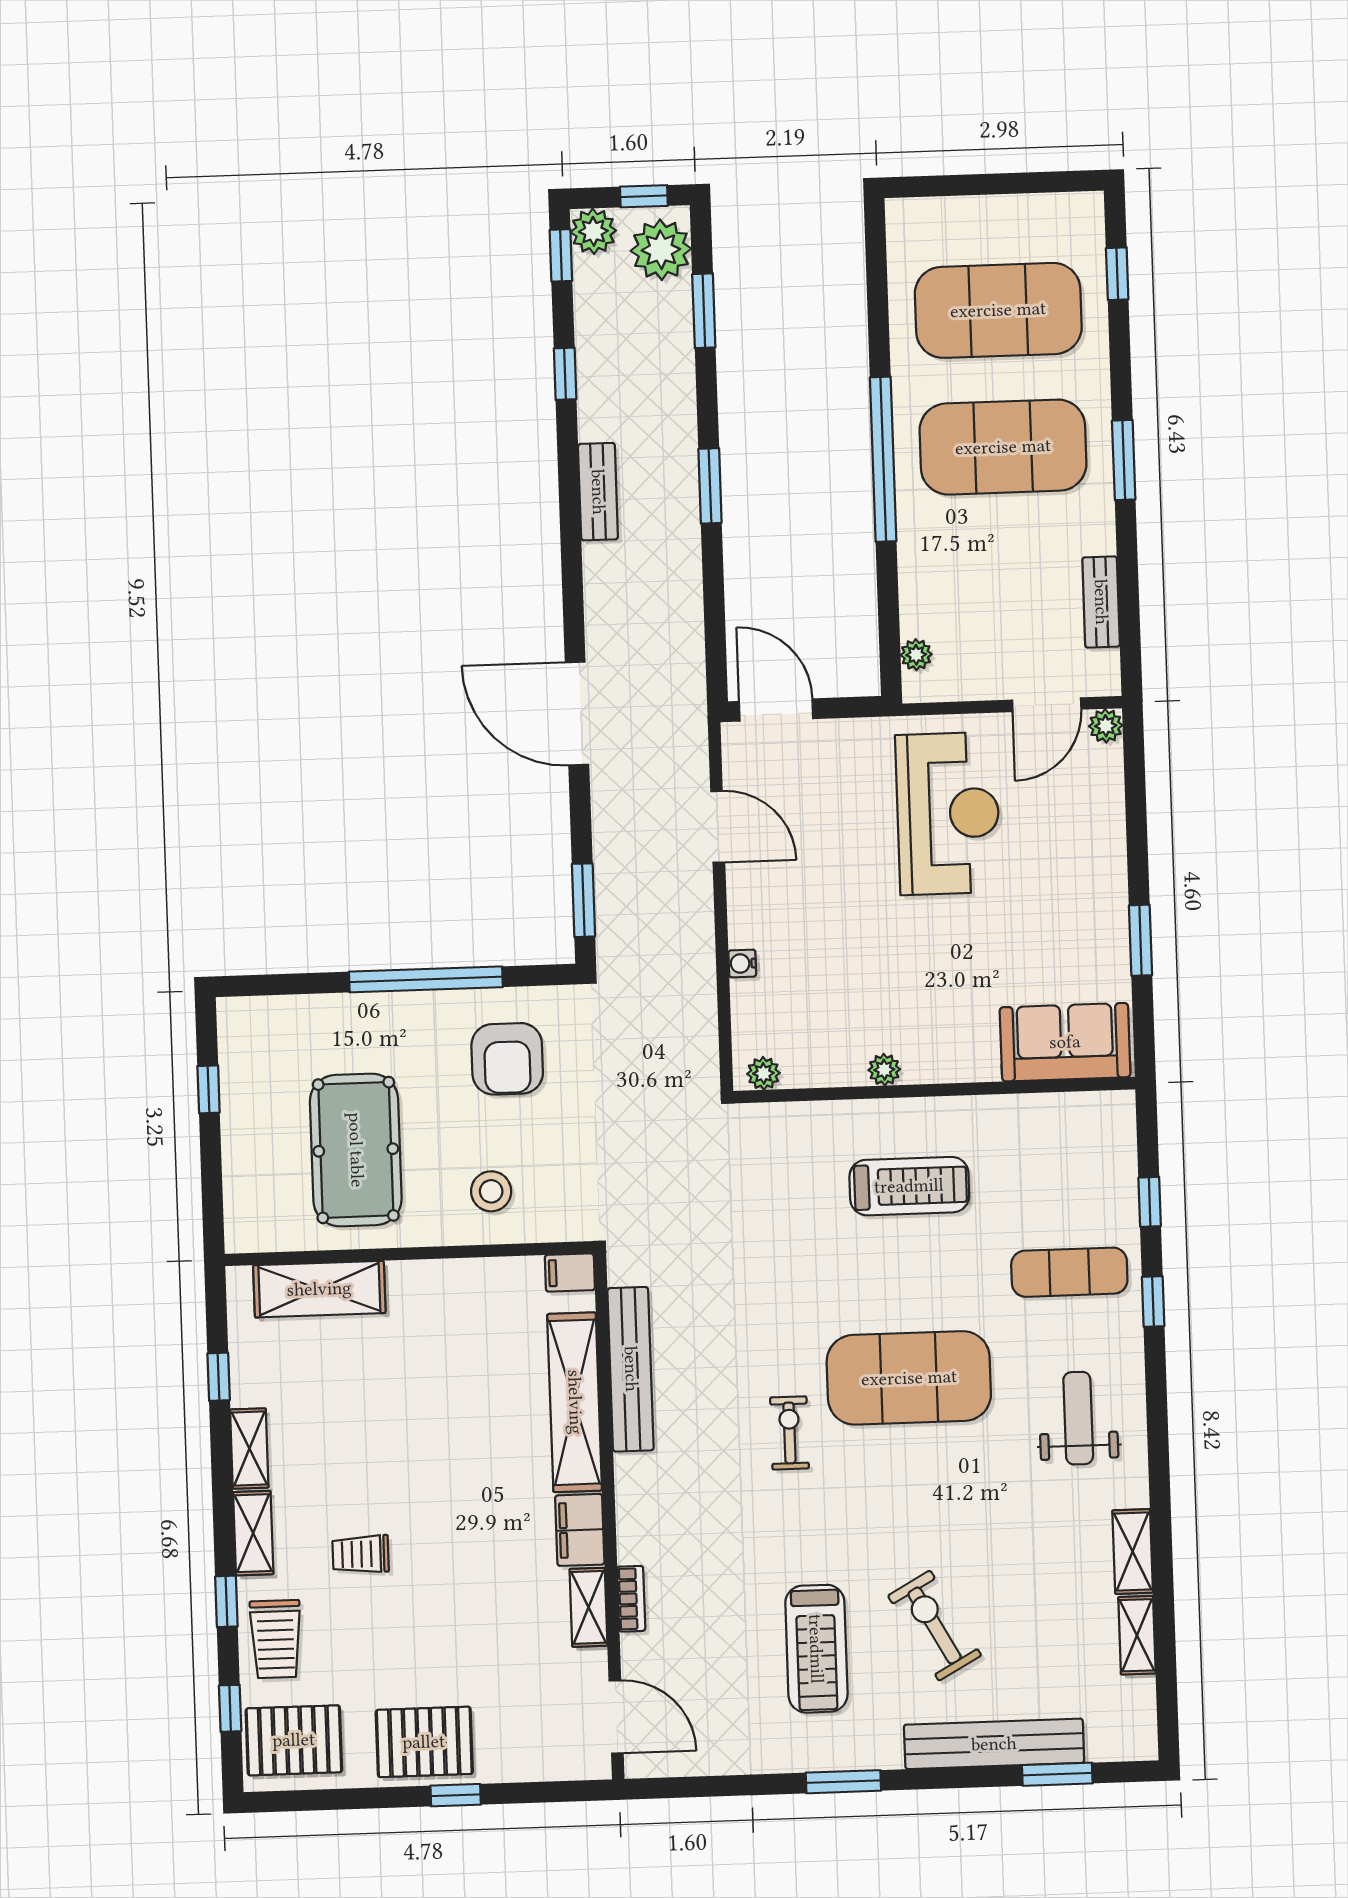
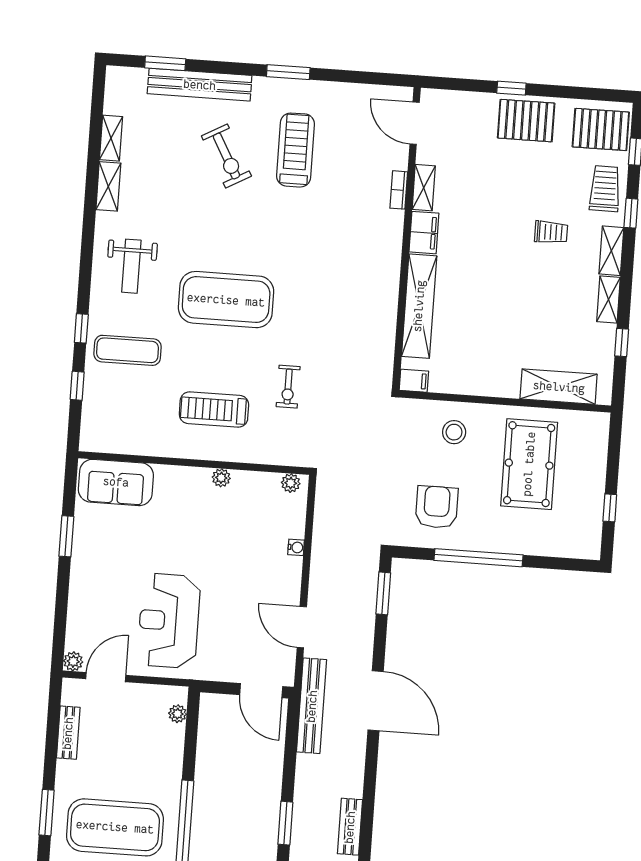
bench: (631, 1369) -> (312, 706), moved
exercise bike: (789, 1433) -> (288, 387), moved

